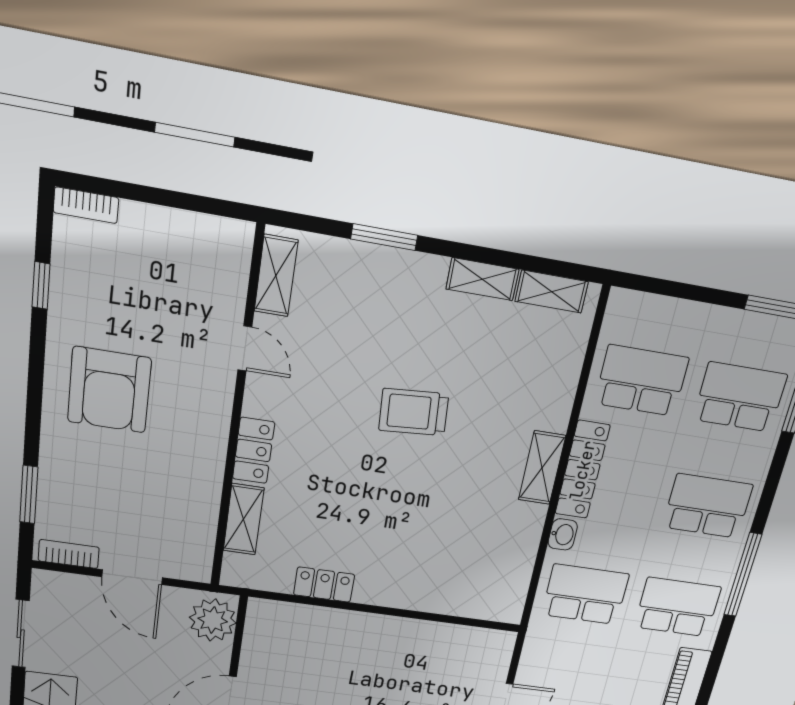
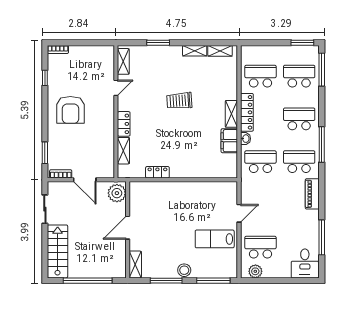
door: (245, 348) -> (116, 88), hinge flipped
filing cabinet: (521, 534) -> (229, 141), added

